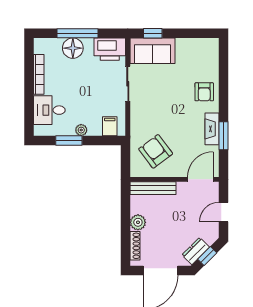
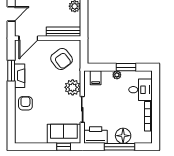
plant: (141, 113) -> (73, 87), added

